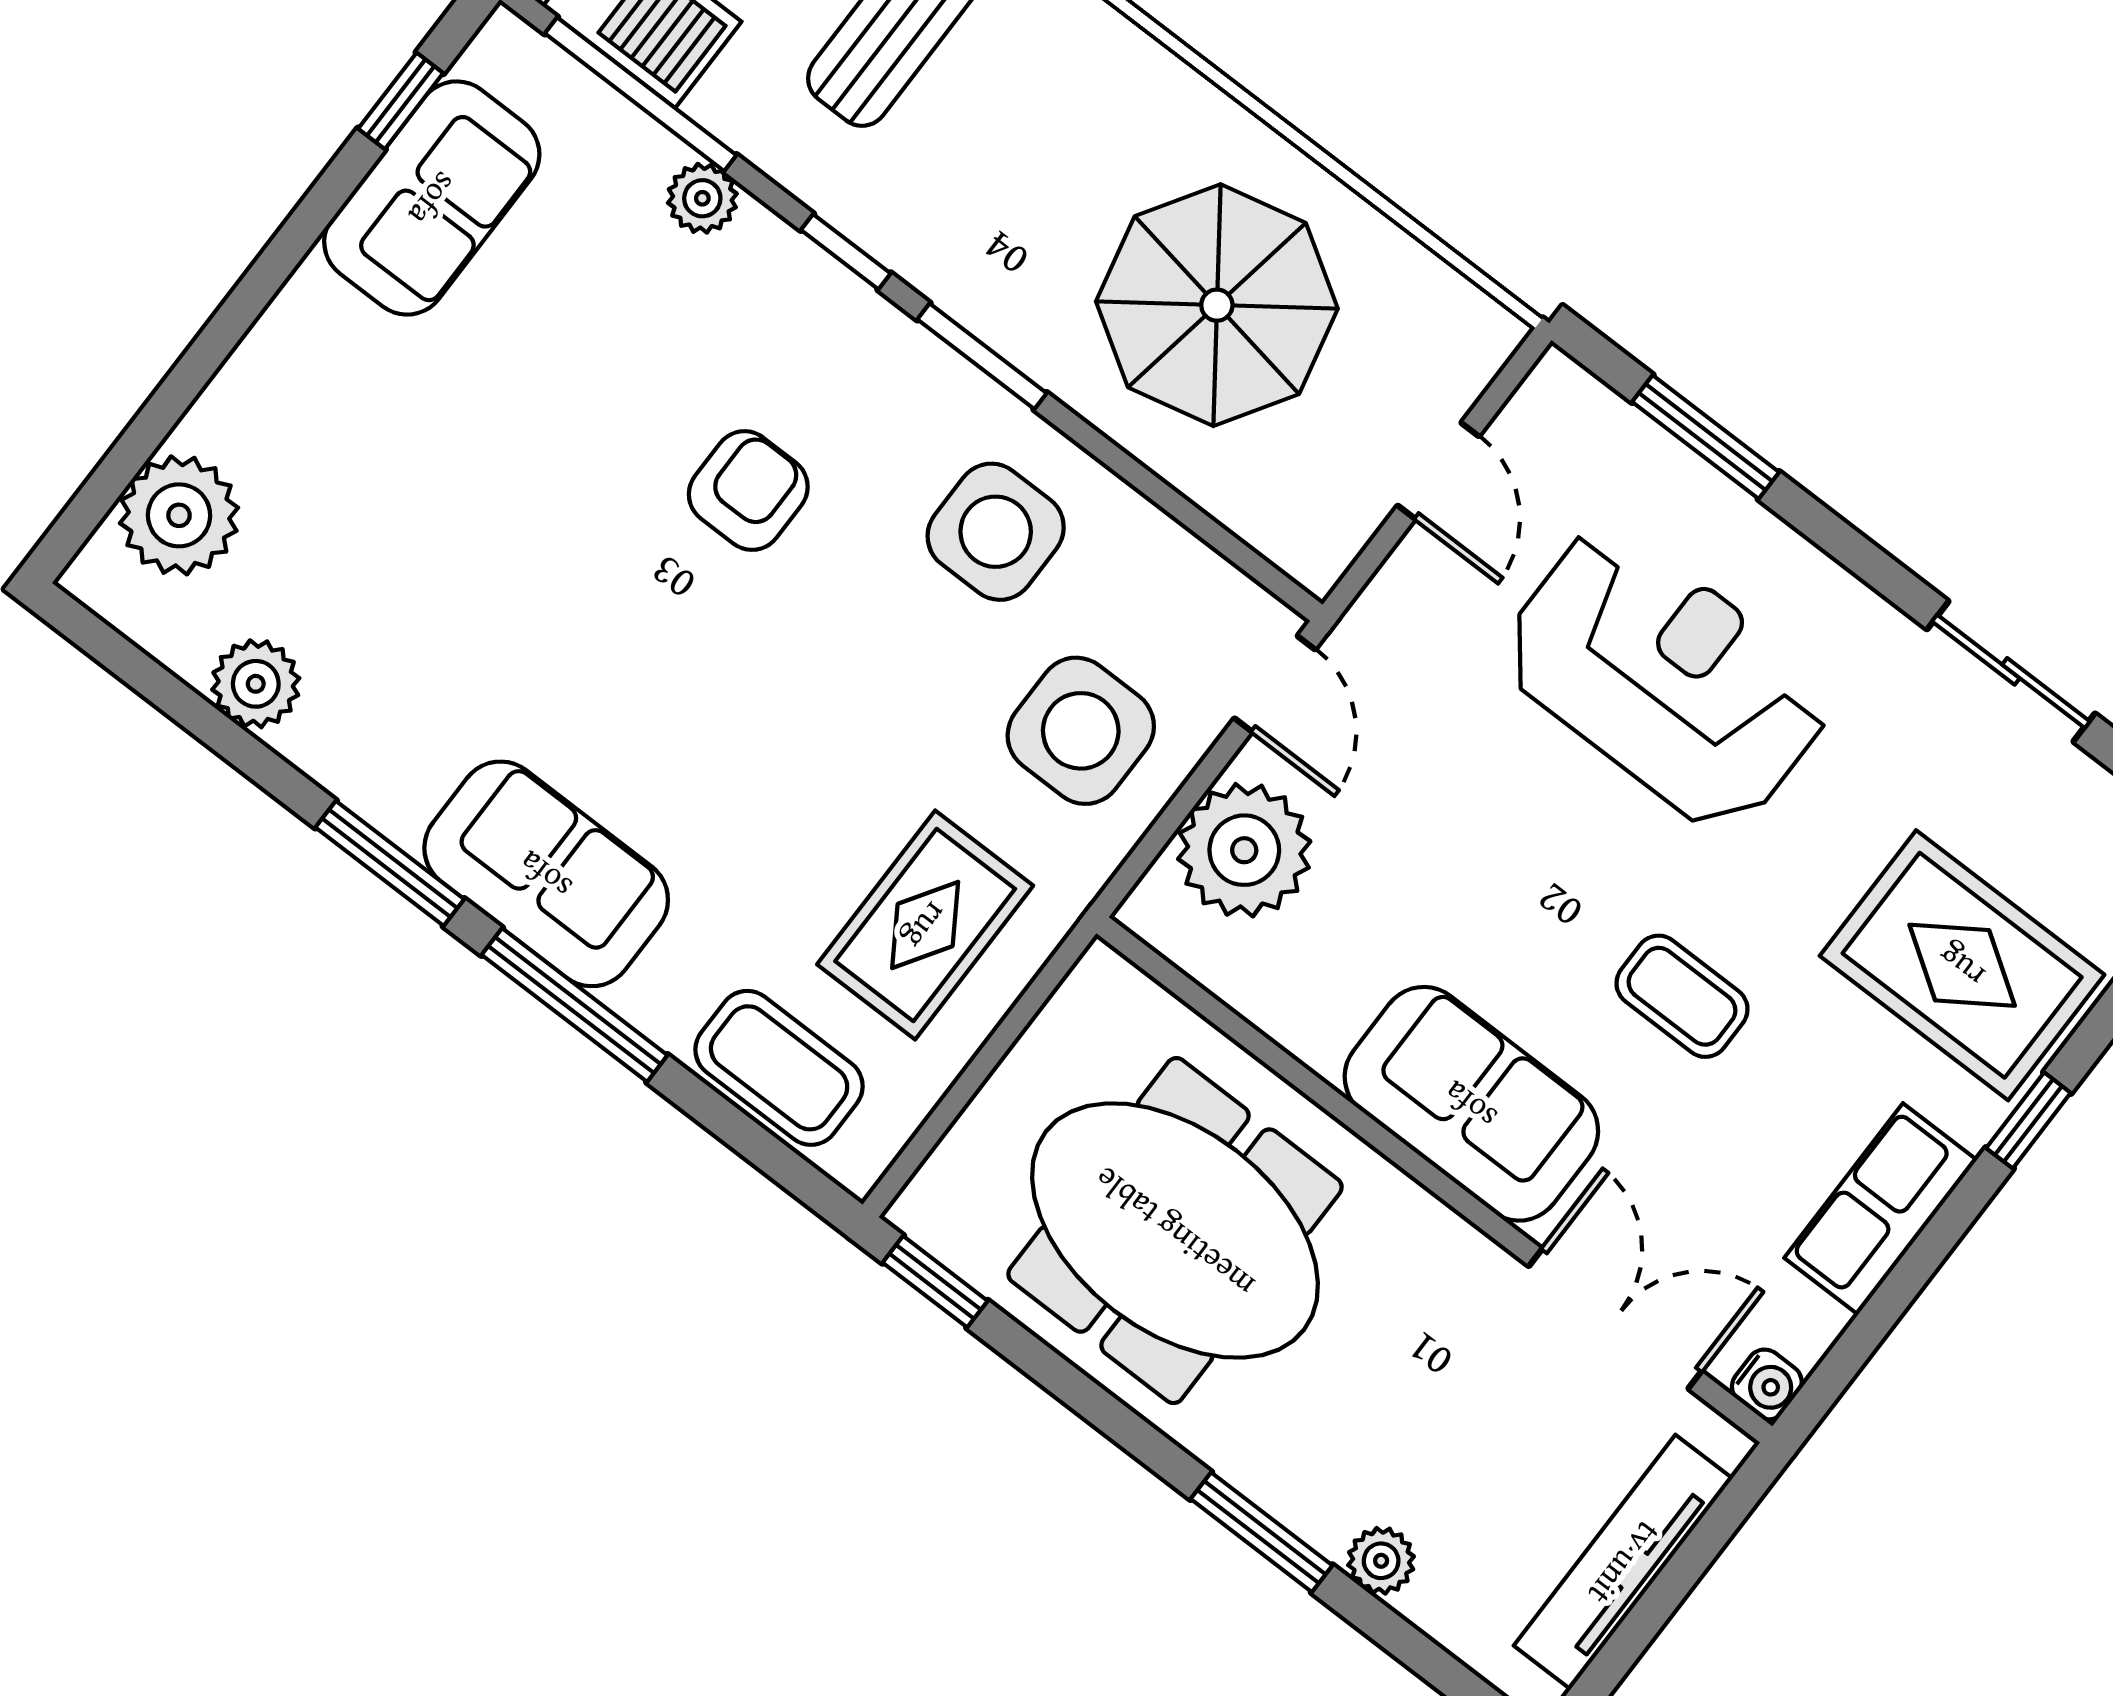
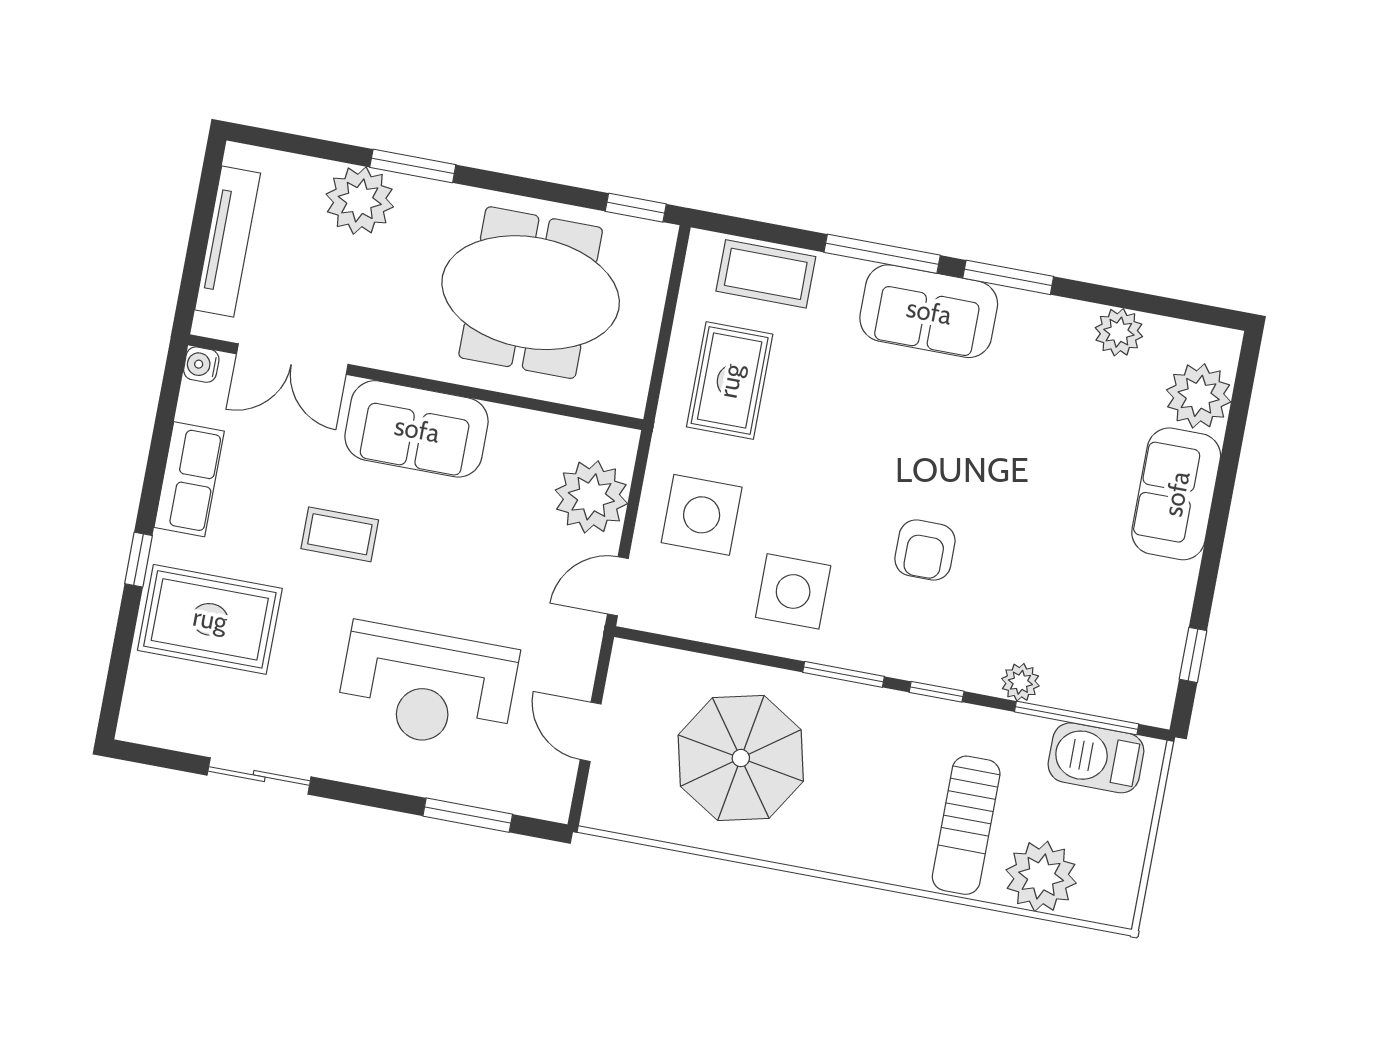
sofa: (432, 198) -> (1176, 494), moved
door: (1275, 684) -> (618, 586), hinge flipped
plant: (1381, 1561) -> (360, 200), width x1.87, depth x1.87

